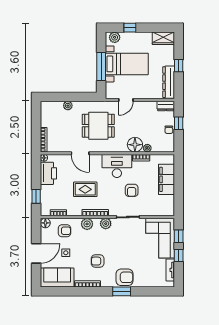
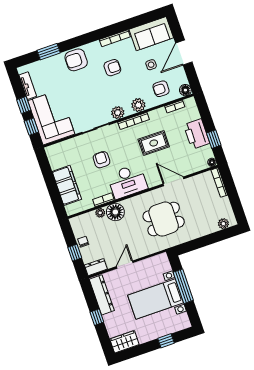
plant: (115, 37) -> (179, 324), removed
door: (126, 100) -> (125, 265), moved
plant: (68, 106) -> (223, 224), moved
printer: (48, 173) -> (197, 134), moved
window: (36, 196) -> (214, 139), moved
window: (122, 291) -> (49, 52), moved

